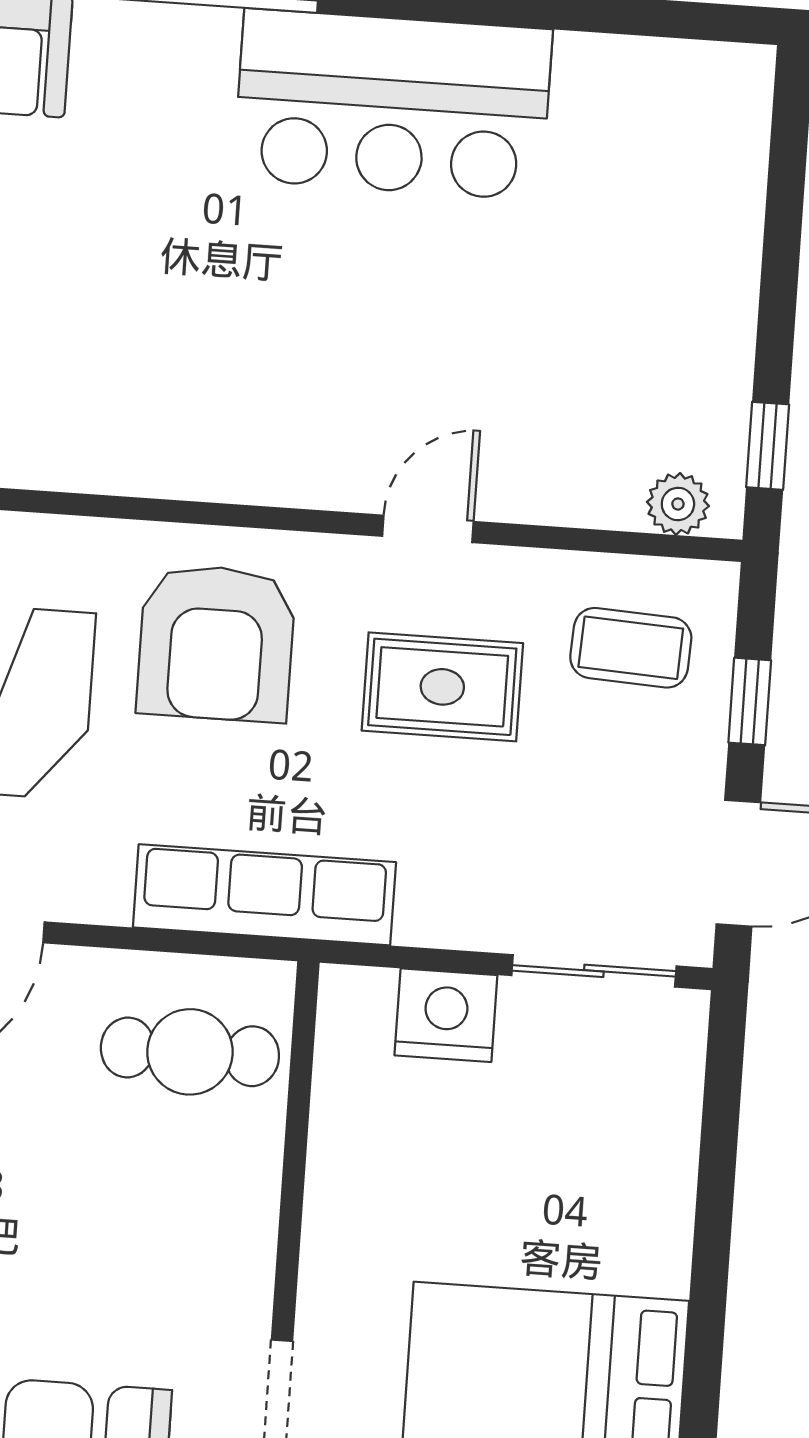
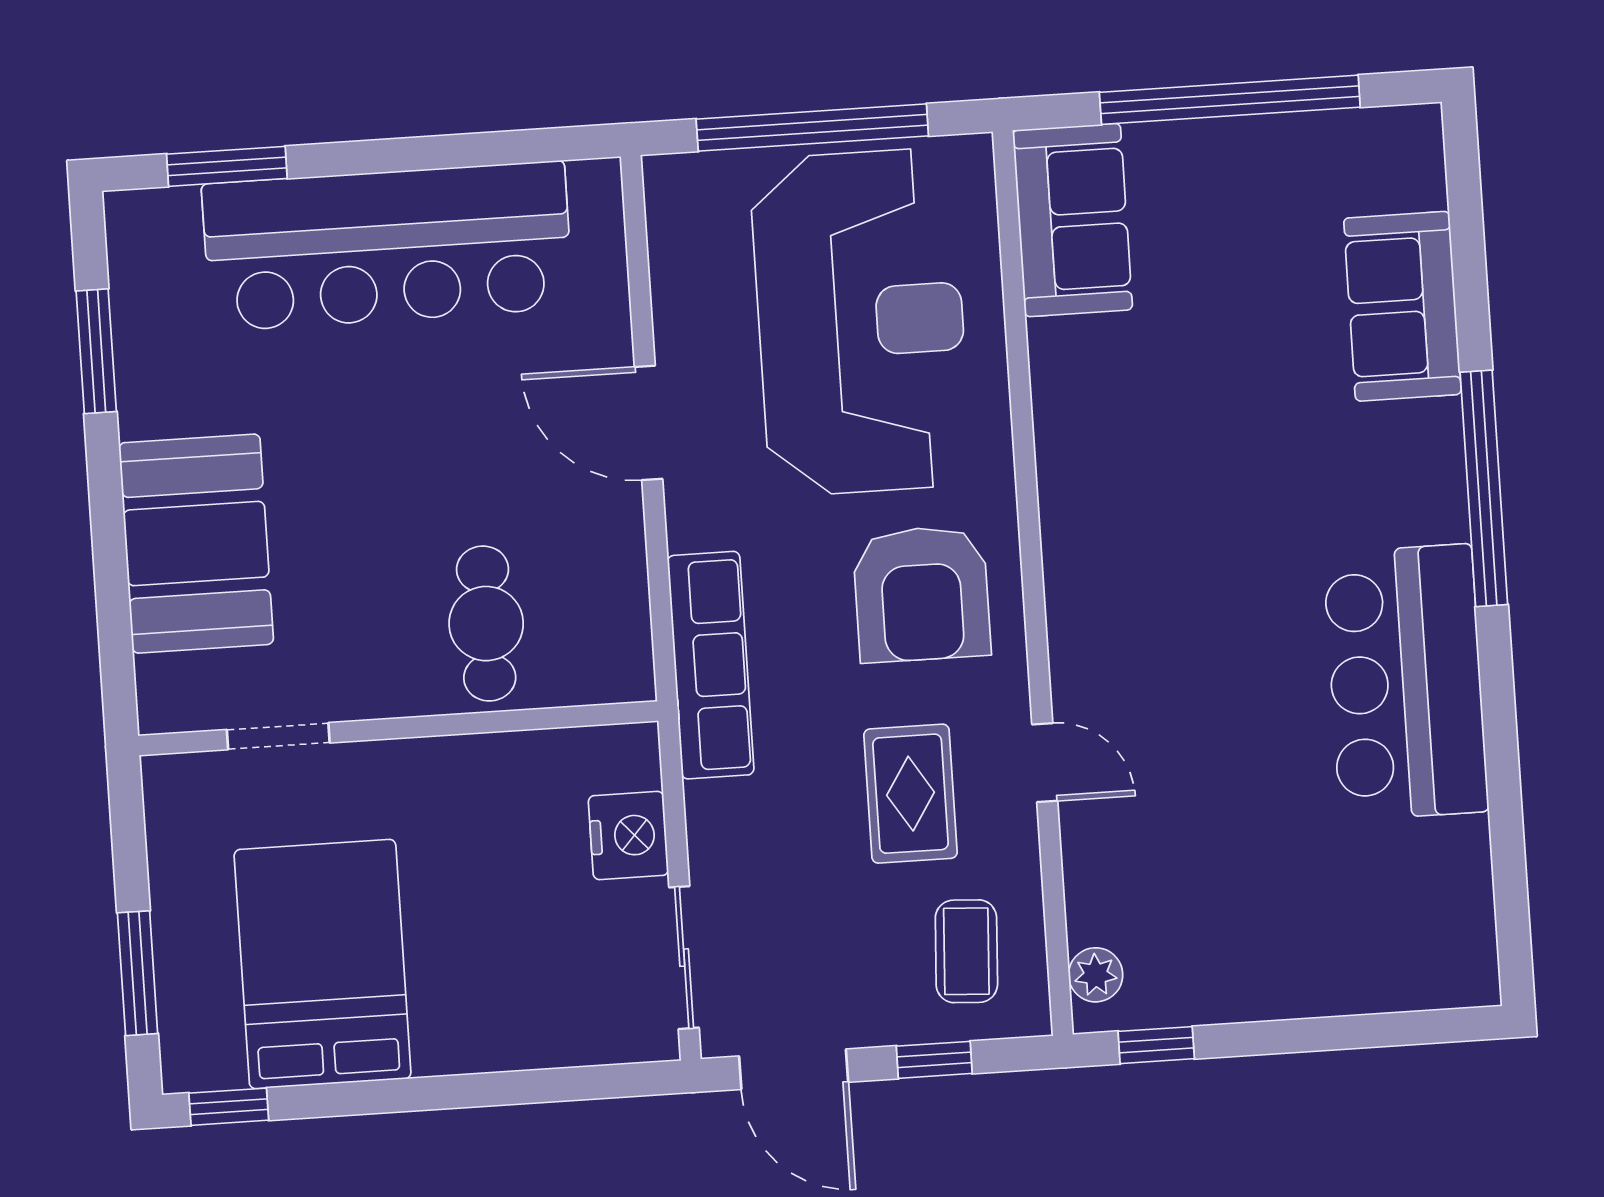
armchair: (216, 643) -> (922, 594), turned -90
cafe table: (190, 1052) -> (486, 624), moved

